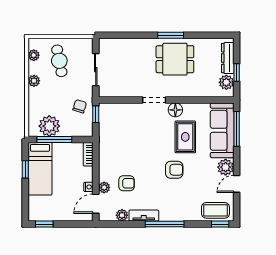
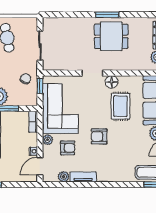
corner sofa: (118, 140) -> (60, 109), added
armchair: (174, 170) -> (99, 136), moved, turned 180
plant: (104, 187) -> (48, 140), moved
window: (165, 224) -> (102, 185), removed

